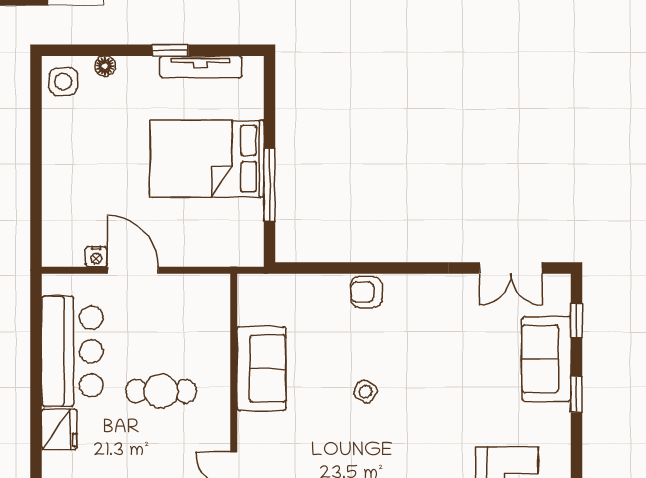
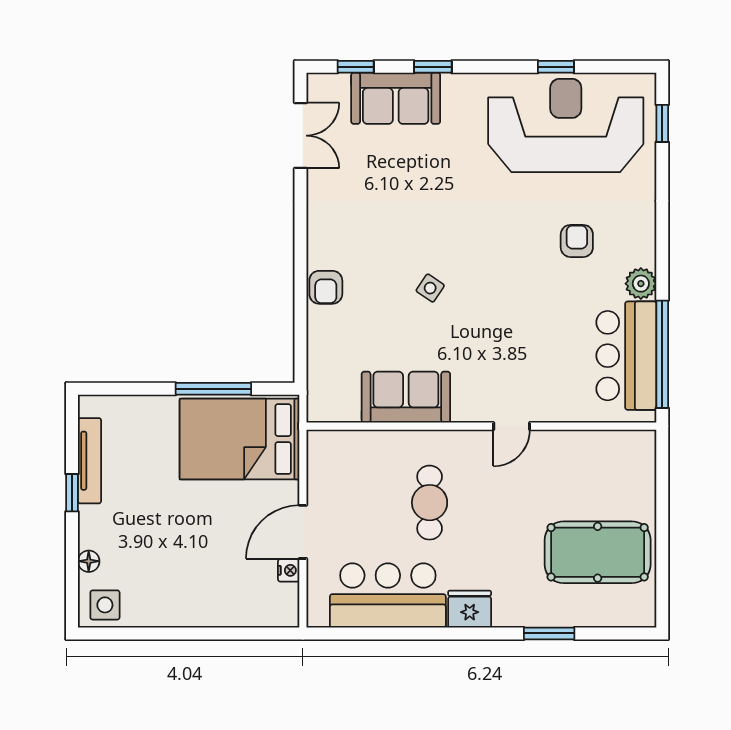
bed: (207, 159) -> (239, 439), moved, turned 90

